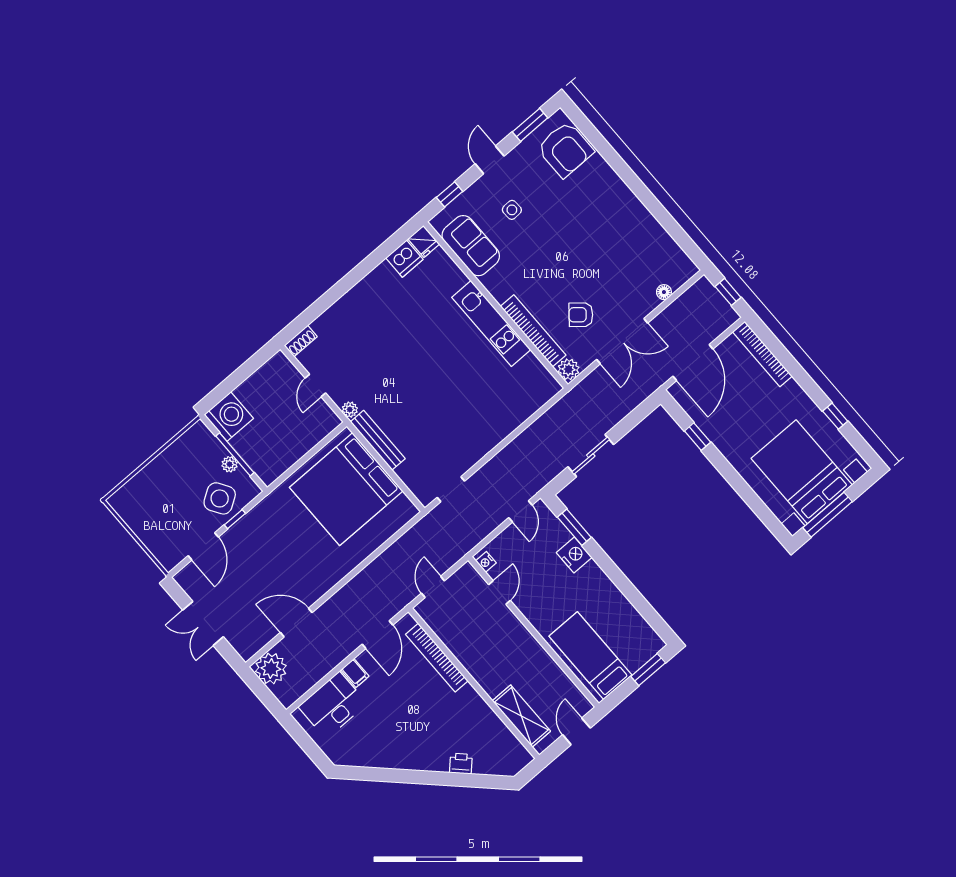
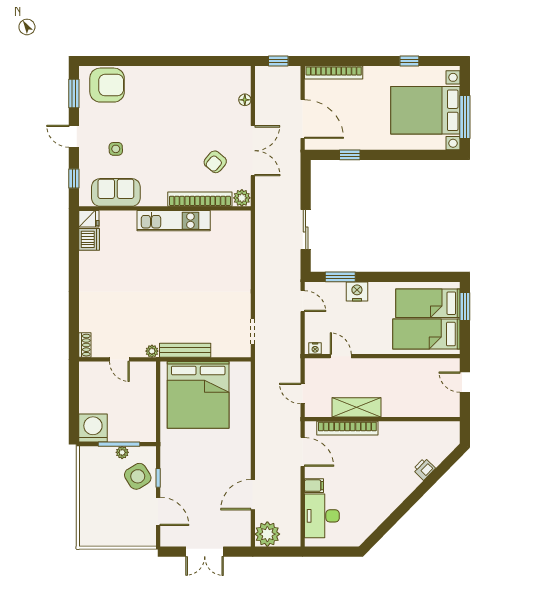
bed: (621, 632) -> (428, 303), added
shelving: (521, 716) -> (357, 407), moved

